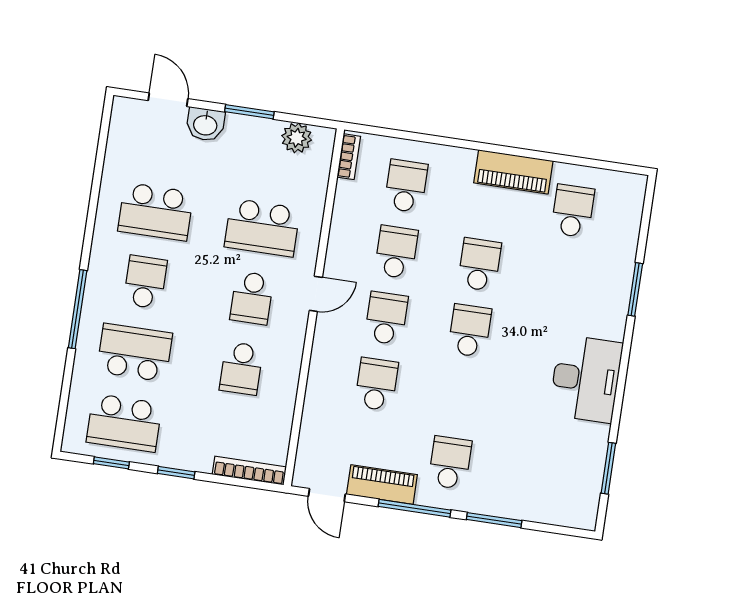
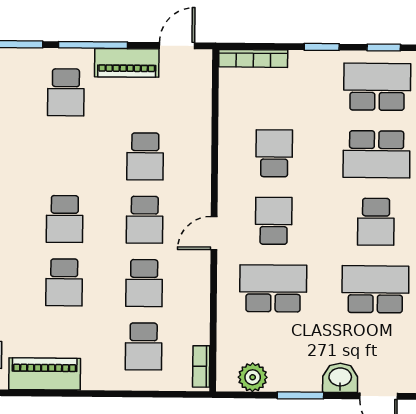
door: (327, 495) -> (177, 46), hinge flipped

